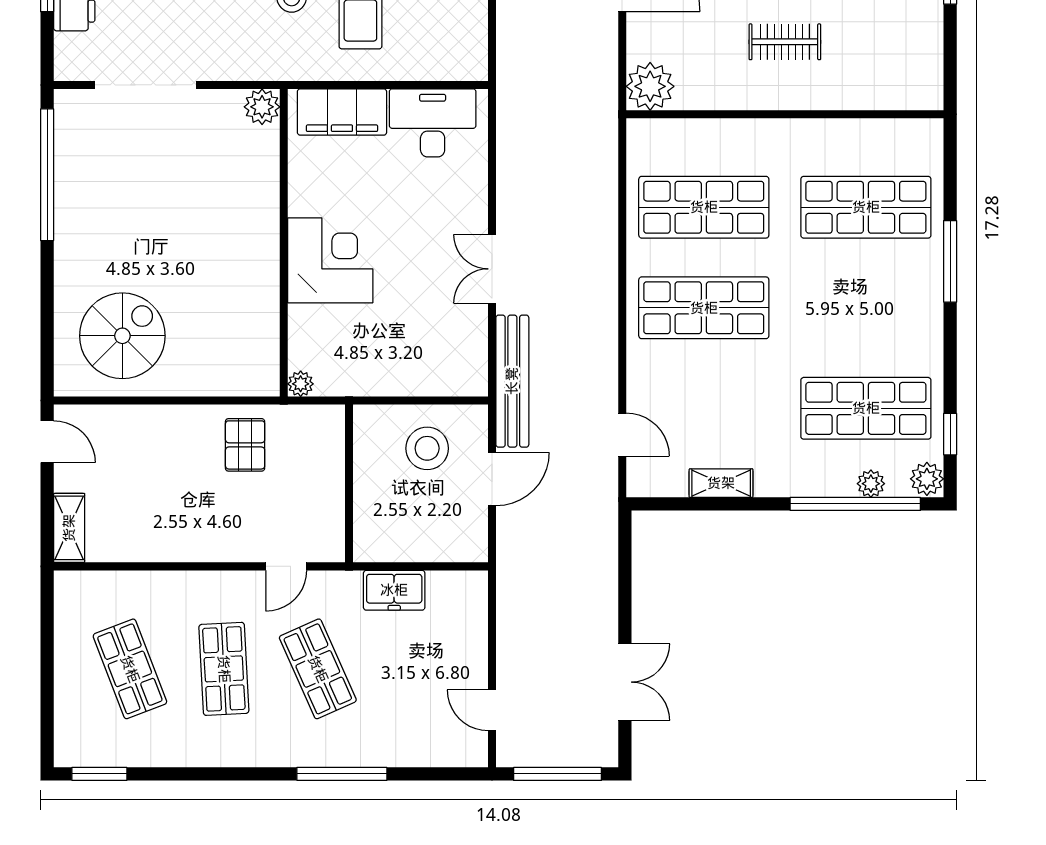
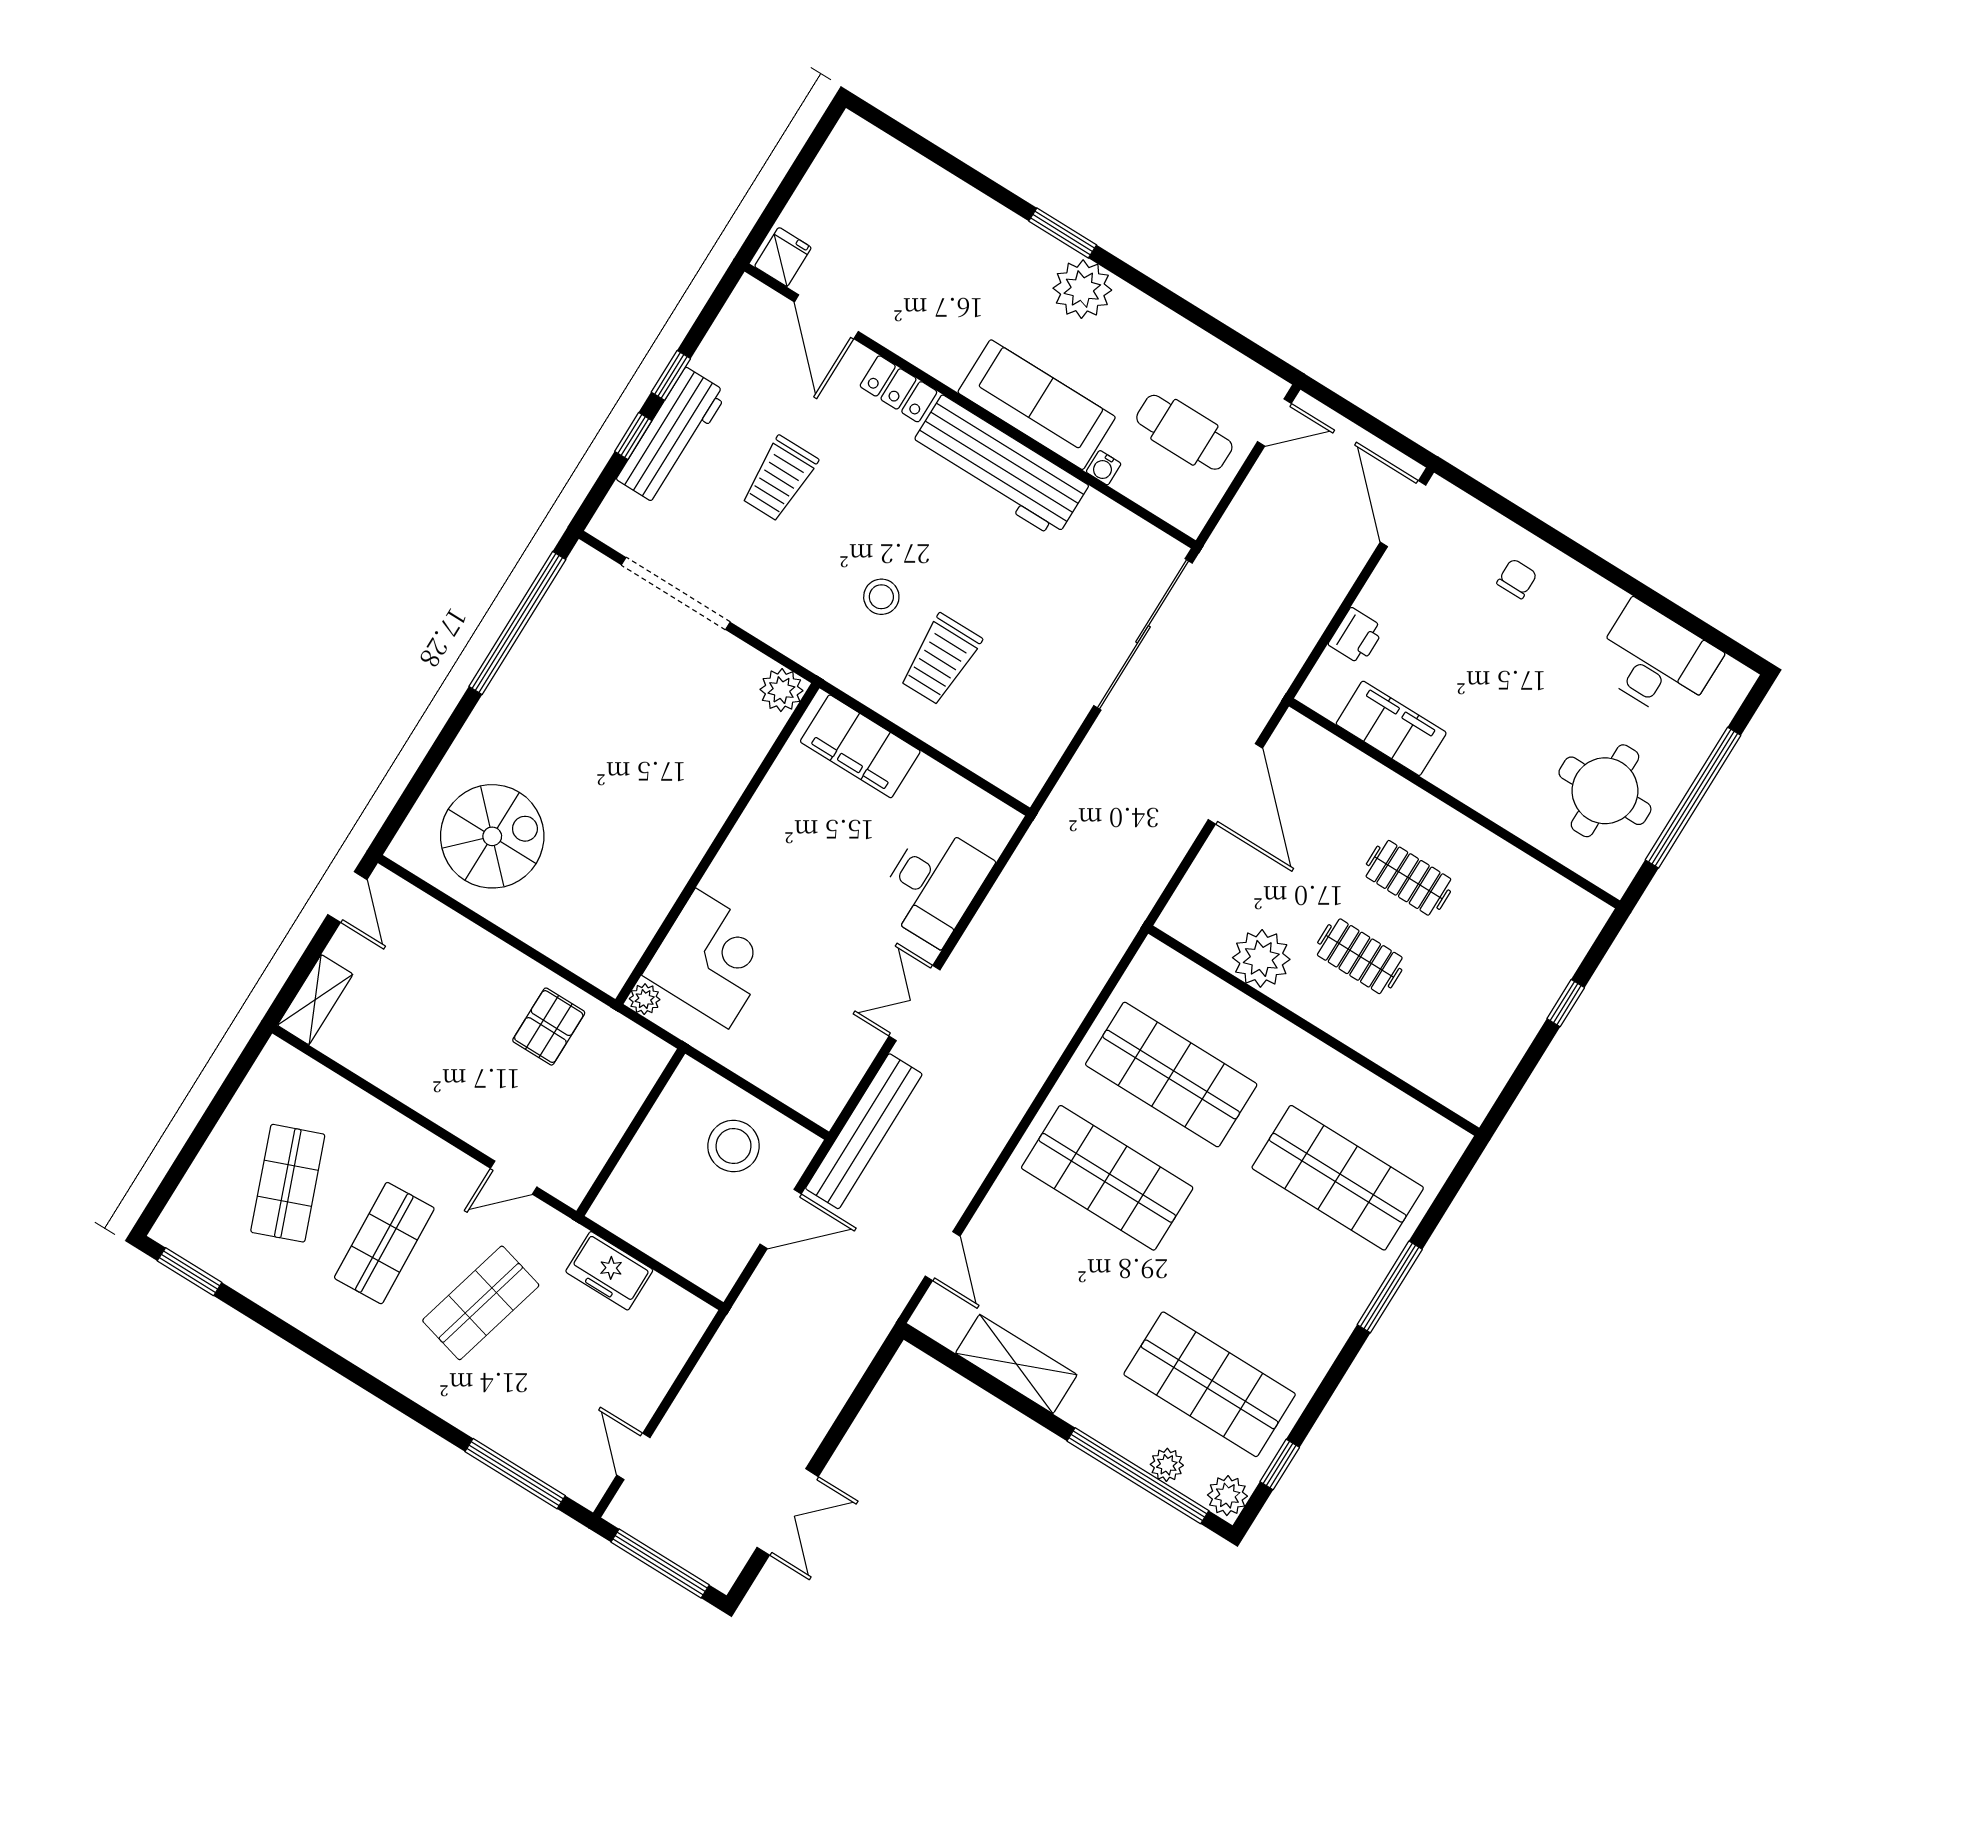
plant: (650, 86) -> (1261, 958), moved
desk: (433, 123) -> (934, 885), moved, turned 90
corner desk: (330, 260) -> (712, 959), moved
shelving: (721, 483) -> (1016, 1364), width x1.50, depth x1.33
shop shelf: (318, 669) -> (481, 1303), turned 39
window: (342, 774) -> (515, 1474), moved

